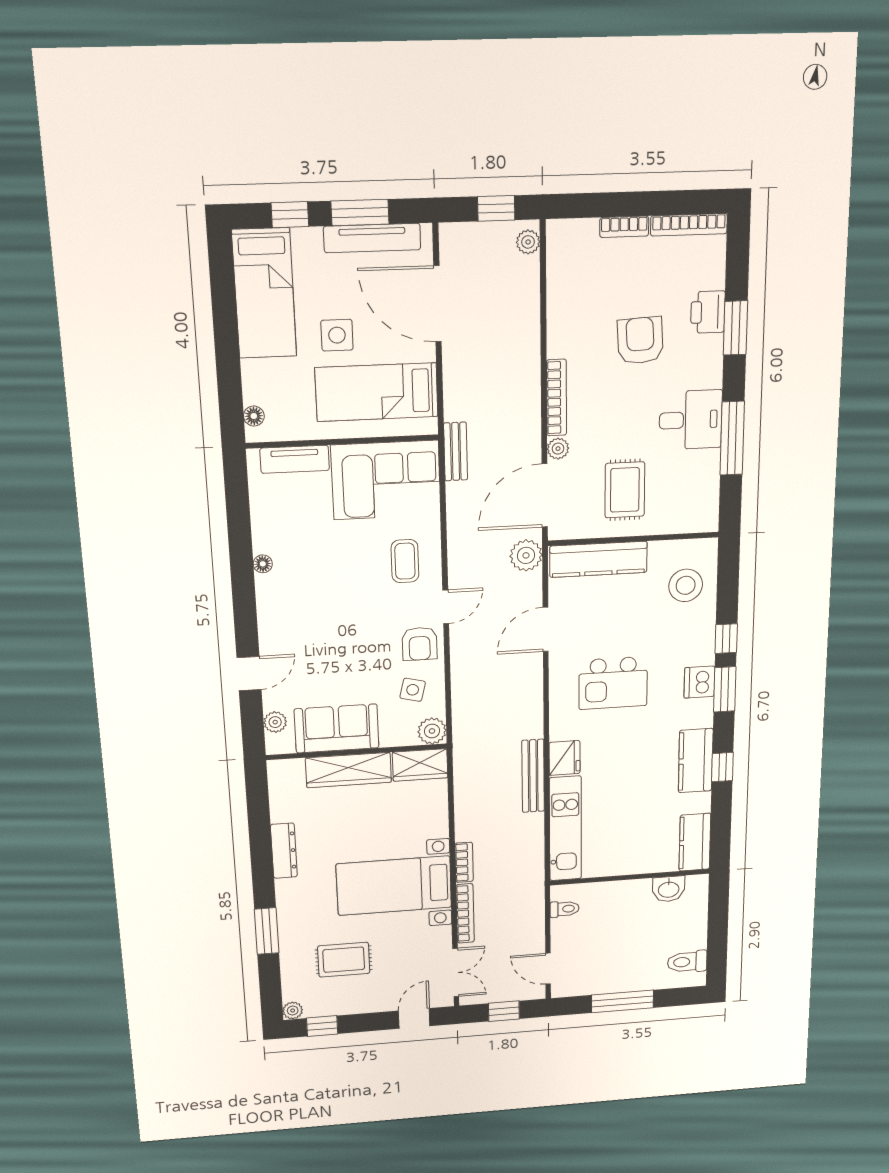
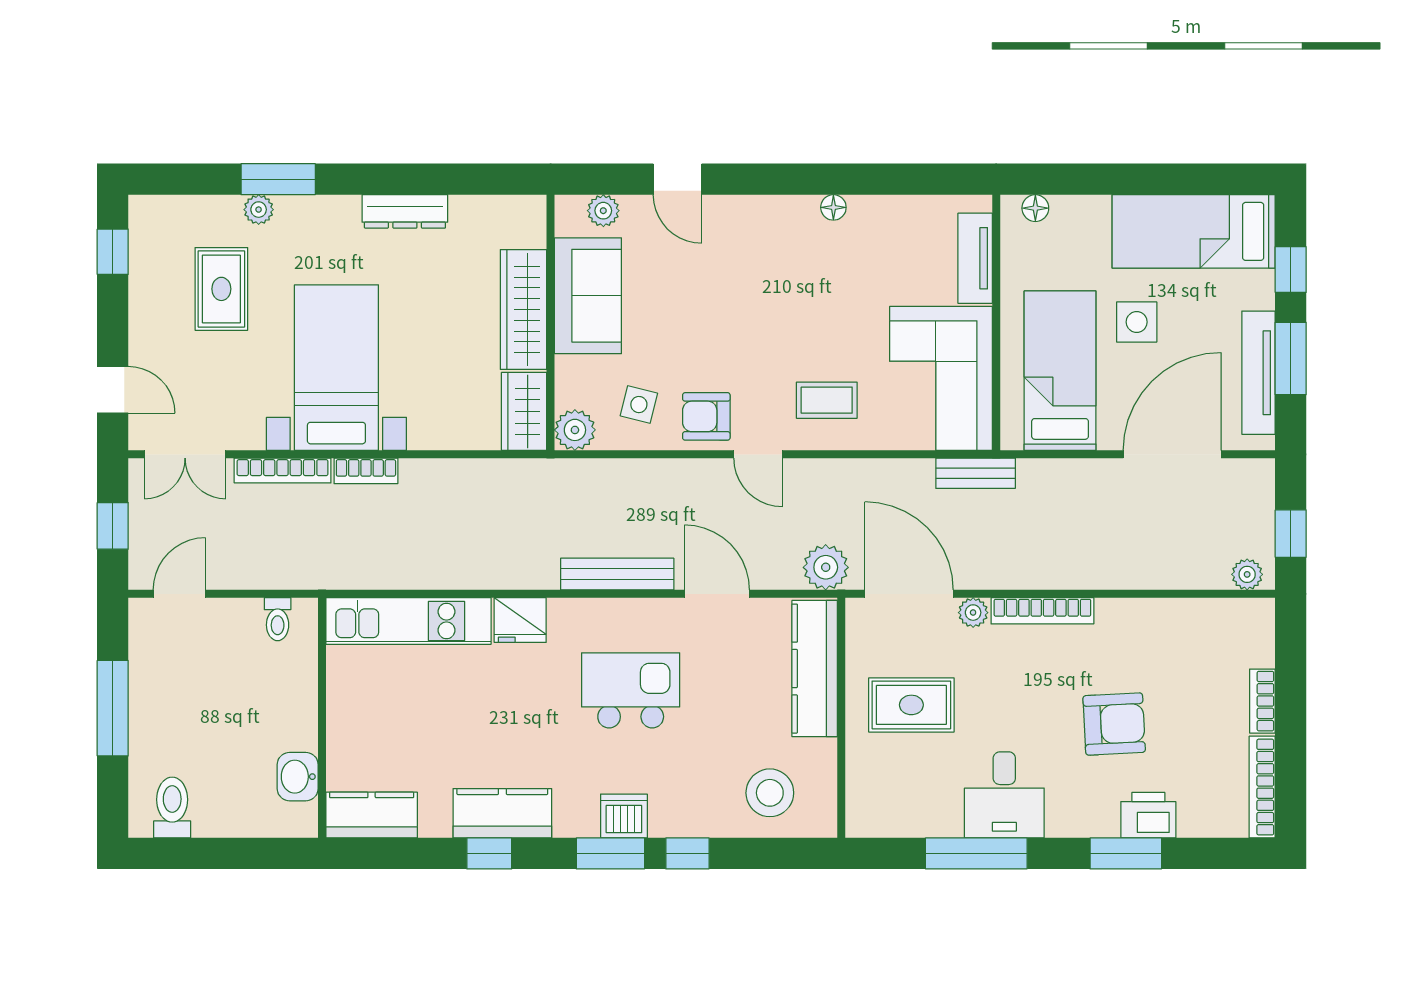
kitchen island: (613, 683) -> (631, 690), turned 90
bench: (533, 776) -> (617, 574), moved
plant: (293, 1011) -> (259, 210), moved

